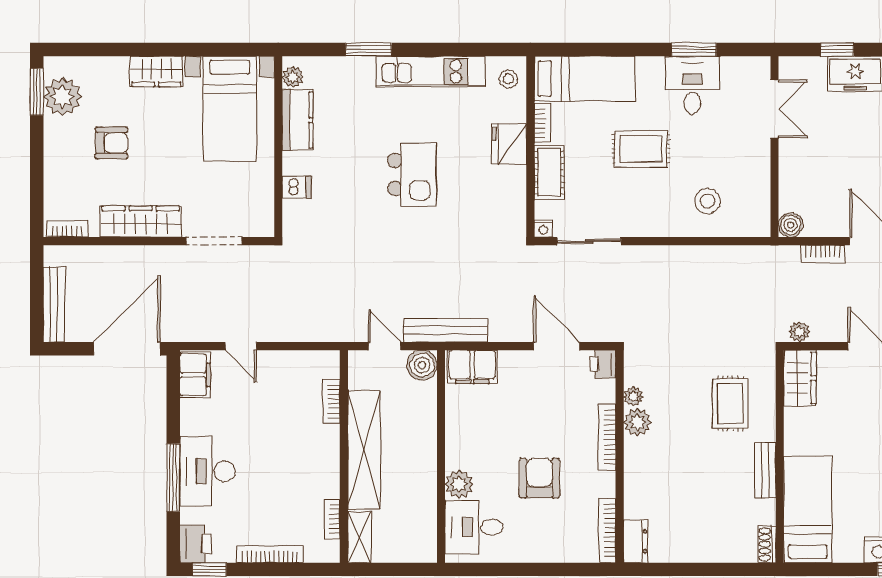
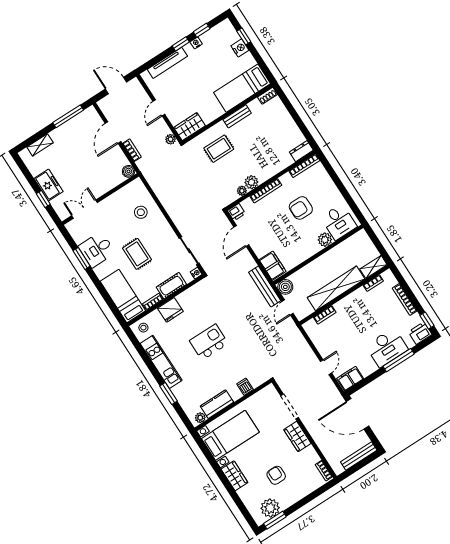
wardrobe: (141, 222) -> (297, 437), width x0.67

